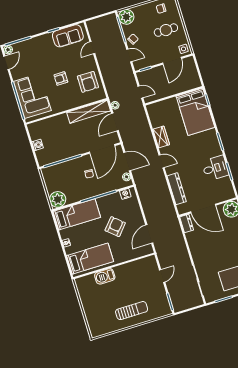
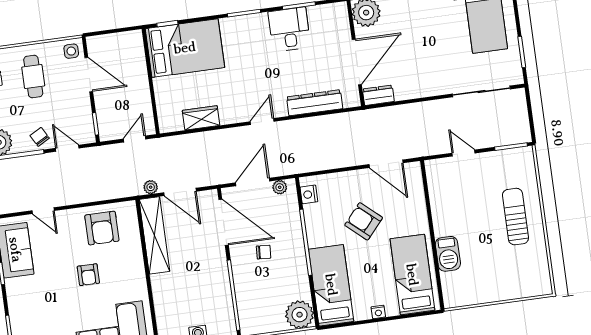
door: (129, 55) -> (67, 148), hinge flipped
armchair: (88, 82) -> (102, 228), turned 90
wardrobe: (161, 137) -> (201, 118), moved

